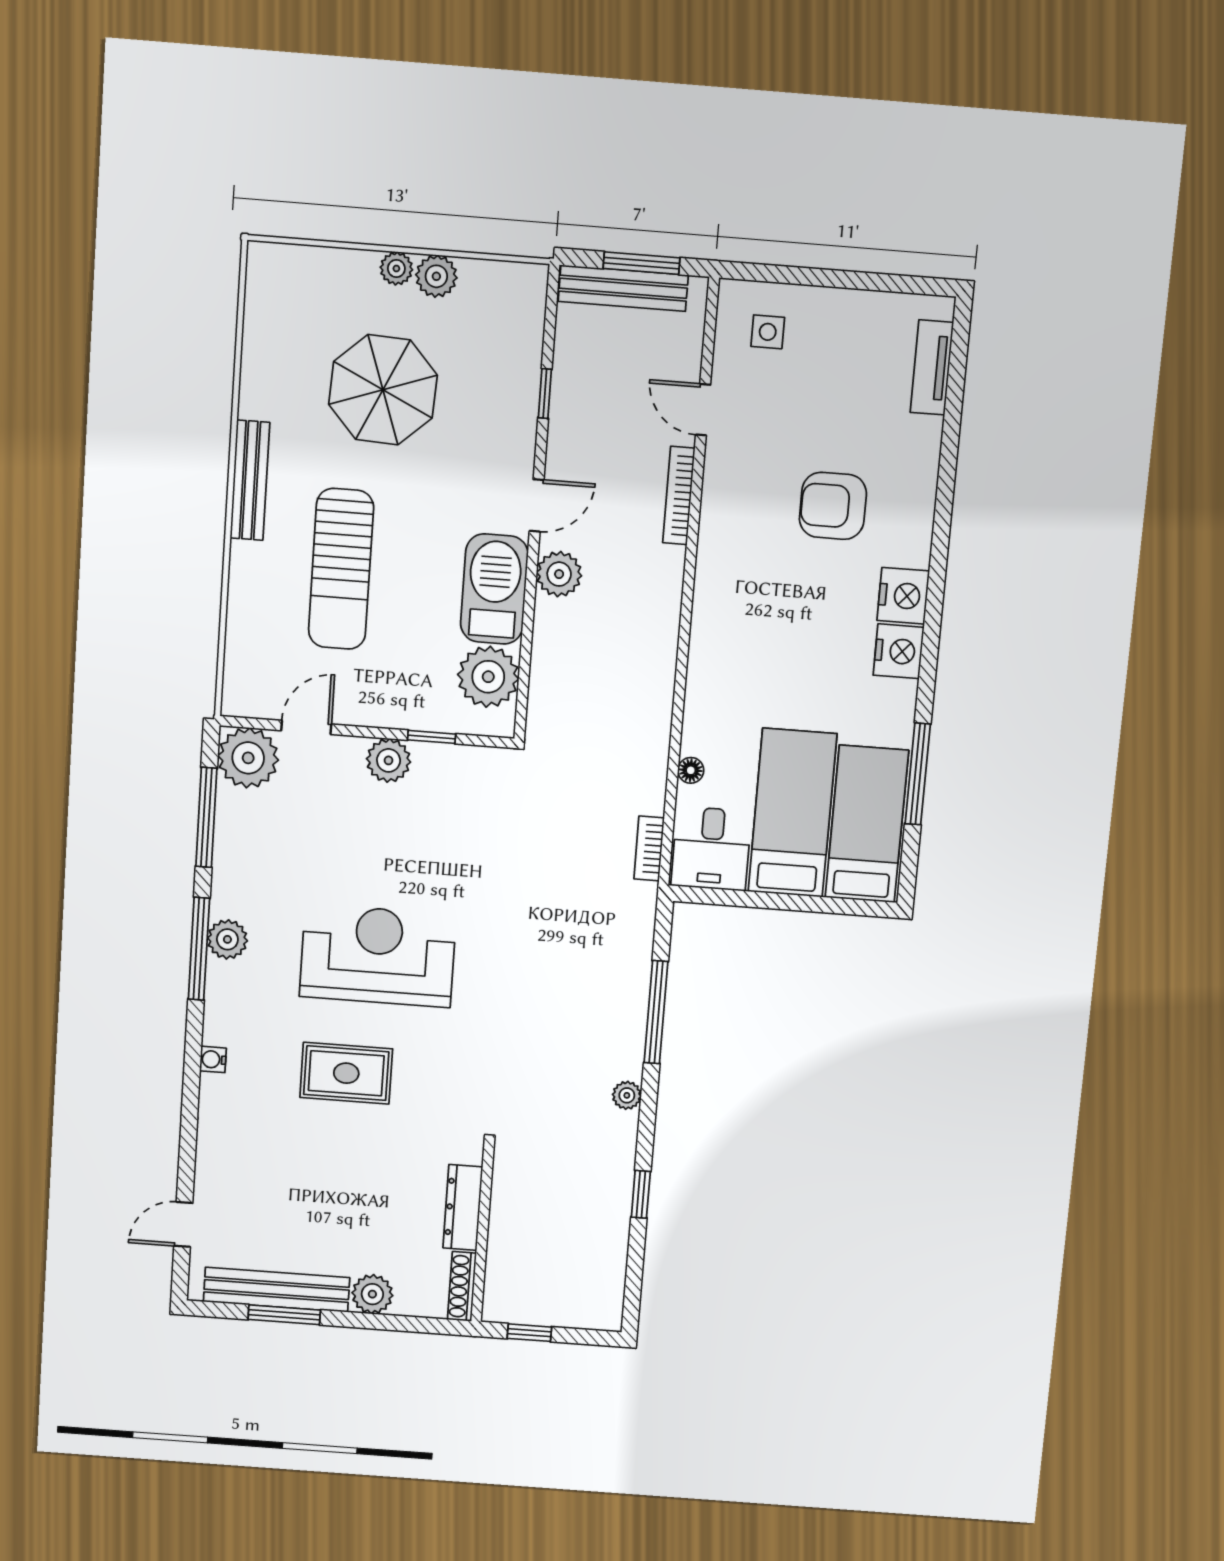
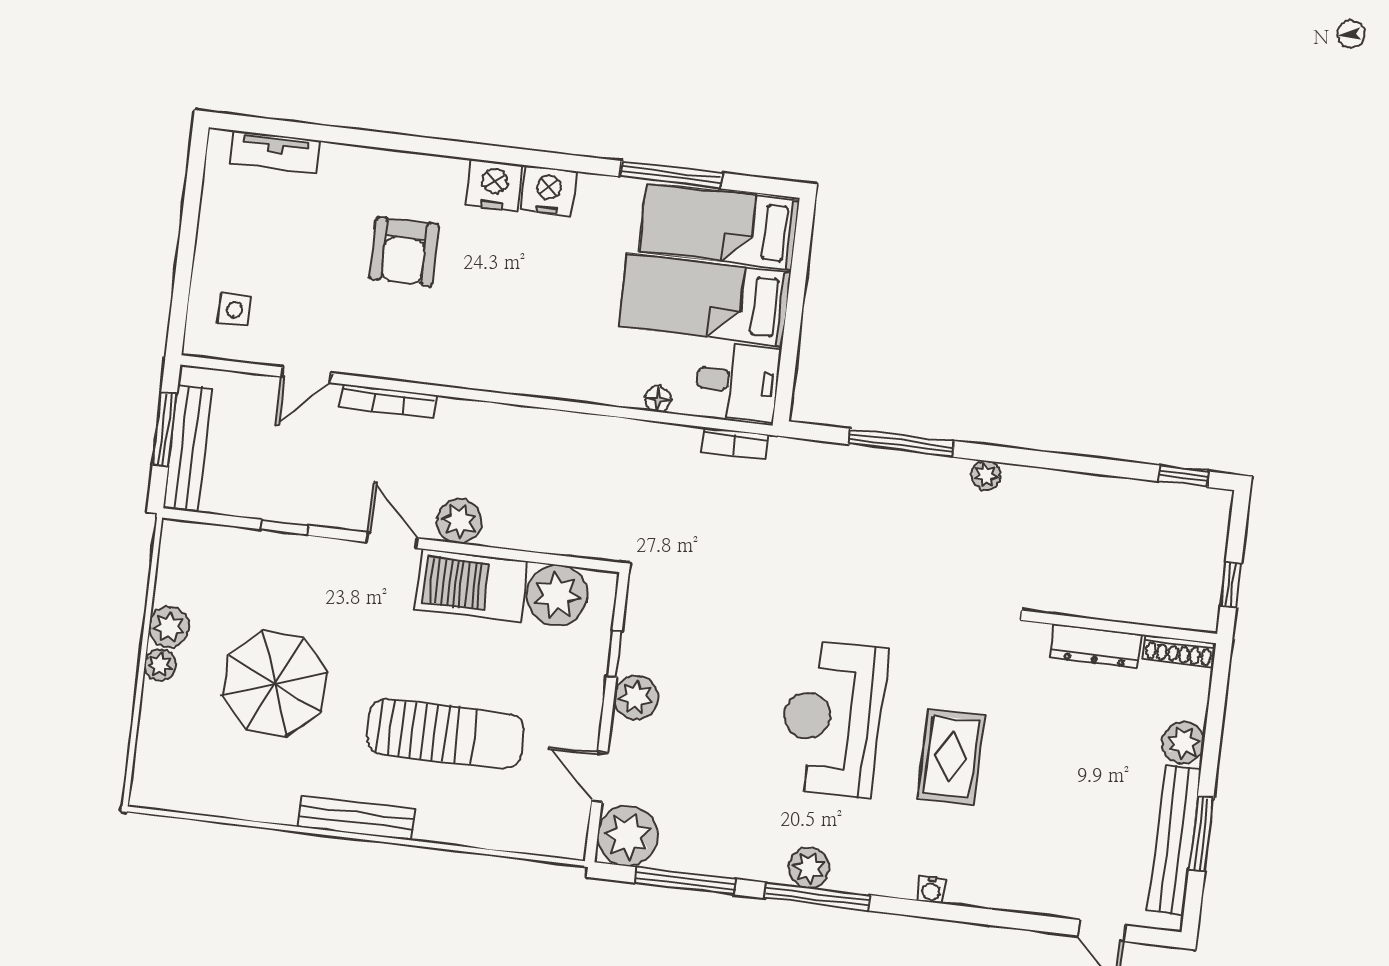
window: (641, 1194) -> (1183, 476), moved

